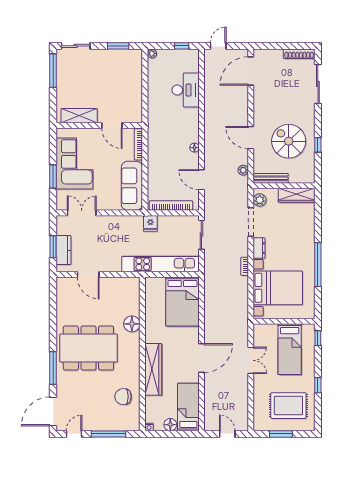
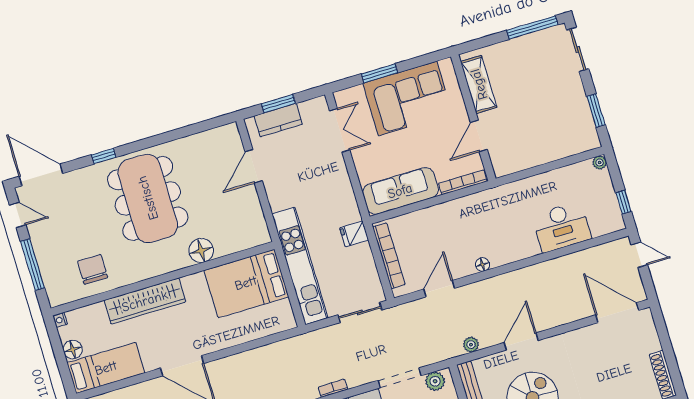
bed: (182, 301) -> (246, 283), moved
window: (53, 368) -> (104, 156), width x0.46

